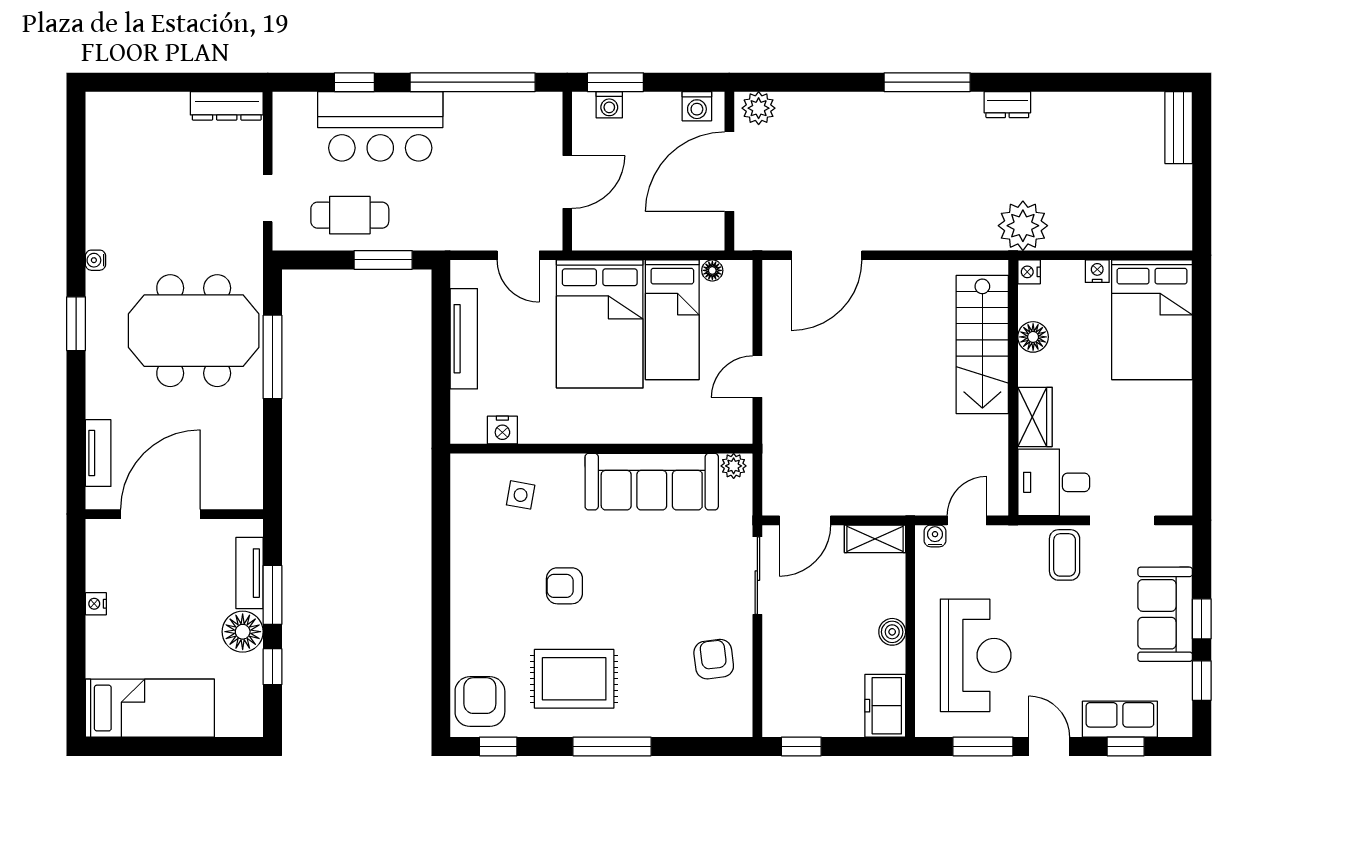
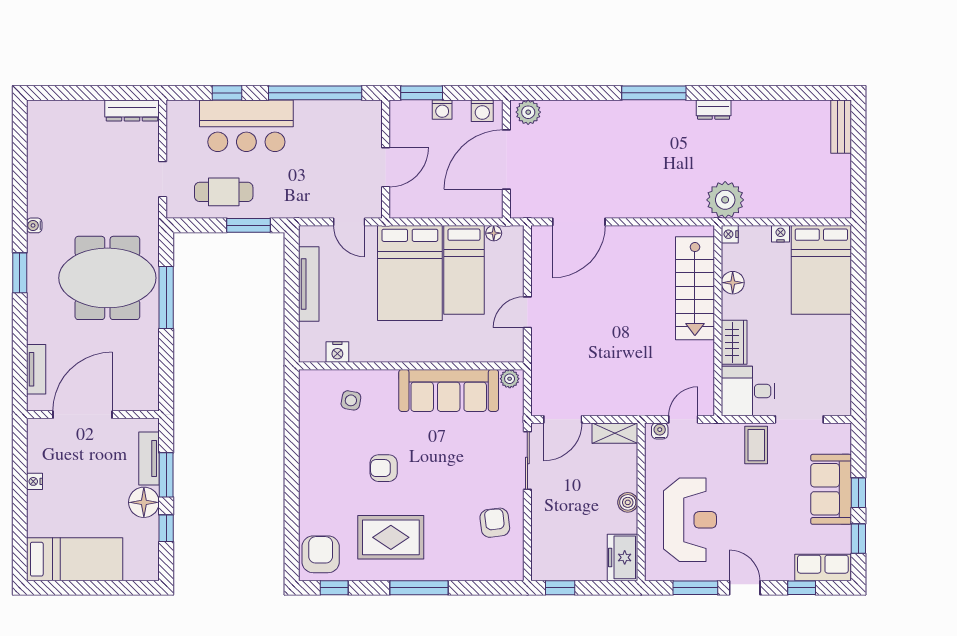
washing machine: (609, 105) -> (442, 110), moved
row of seats: (1120, 719) -> (823, 567), moved

